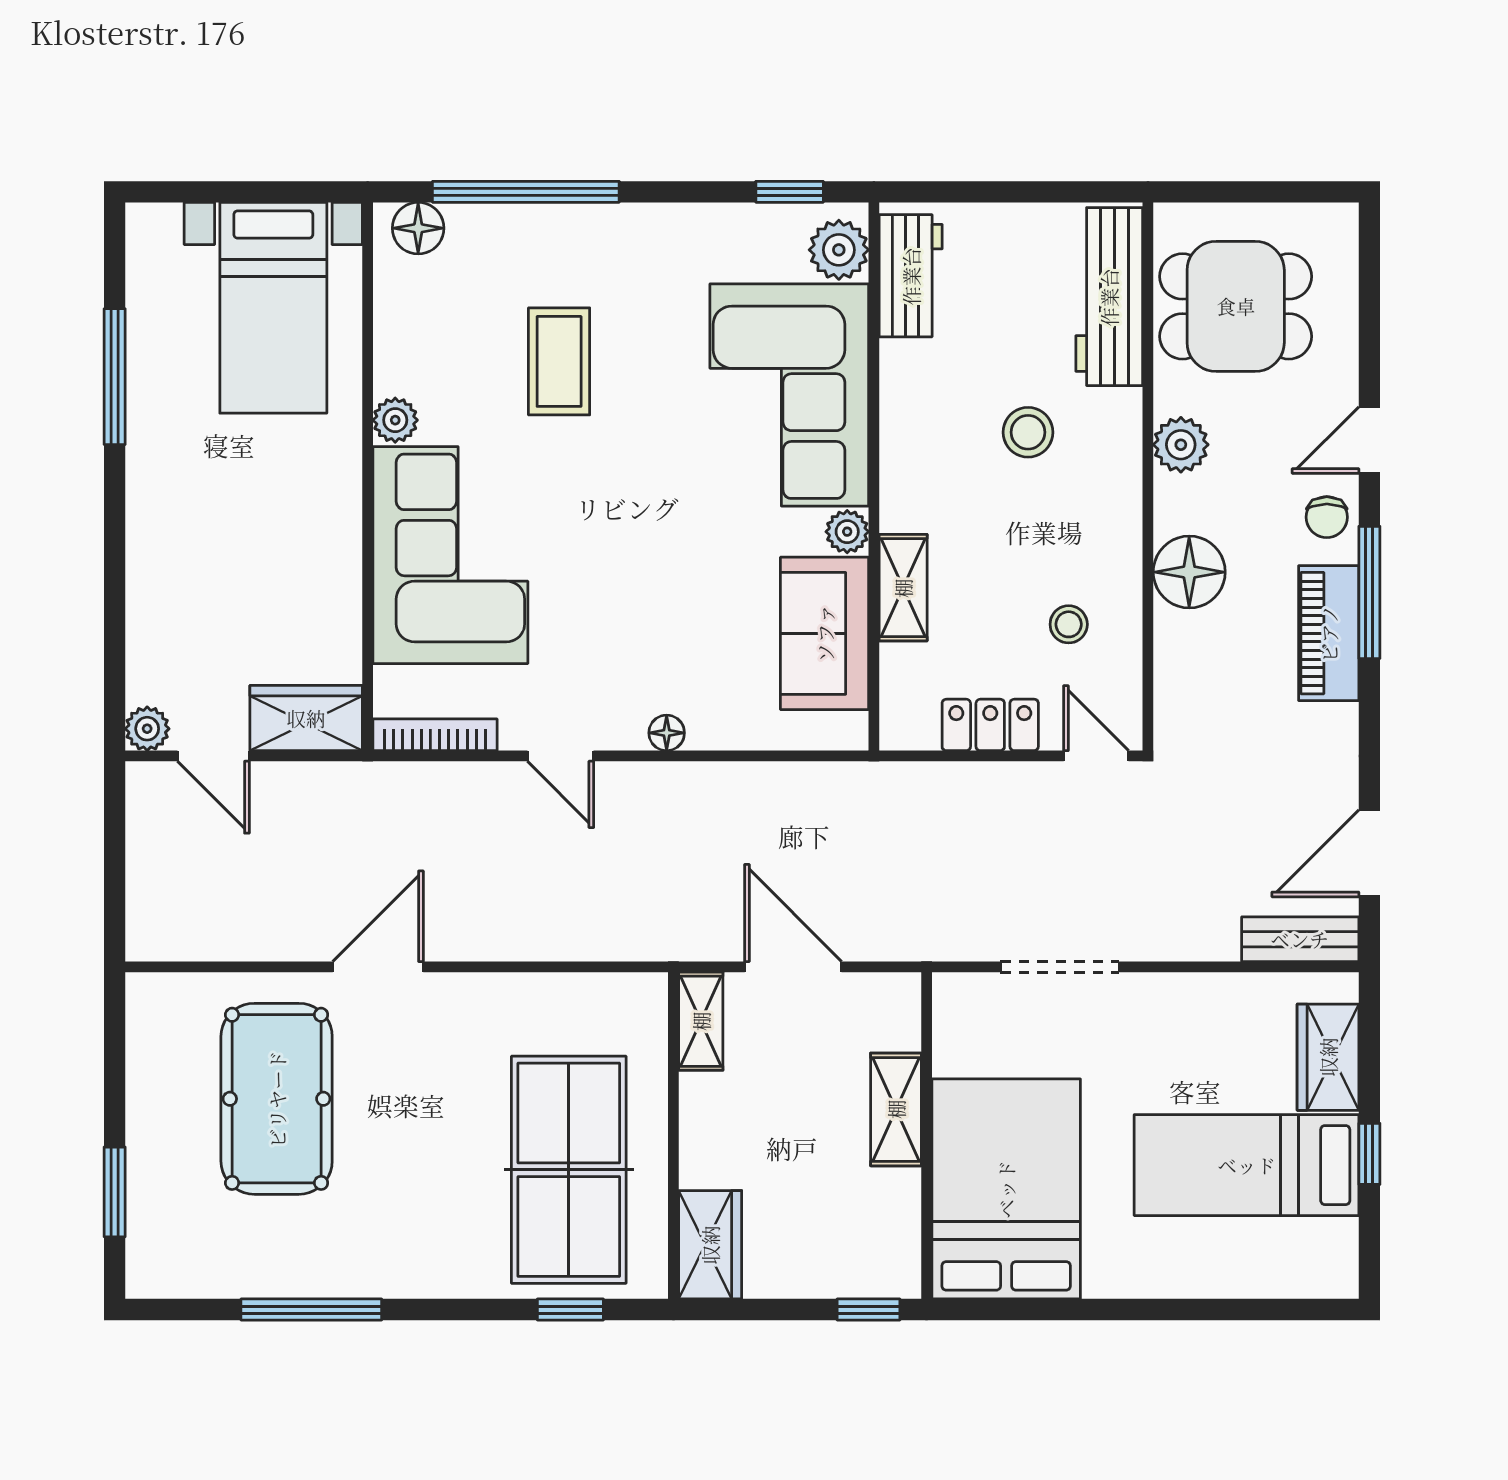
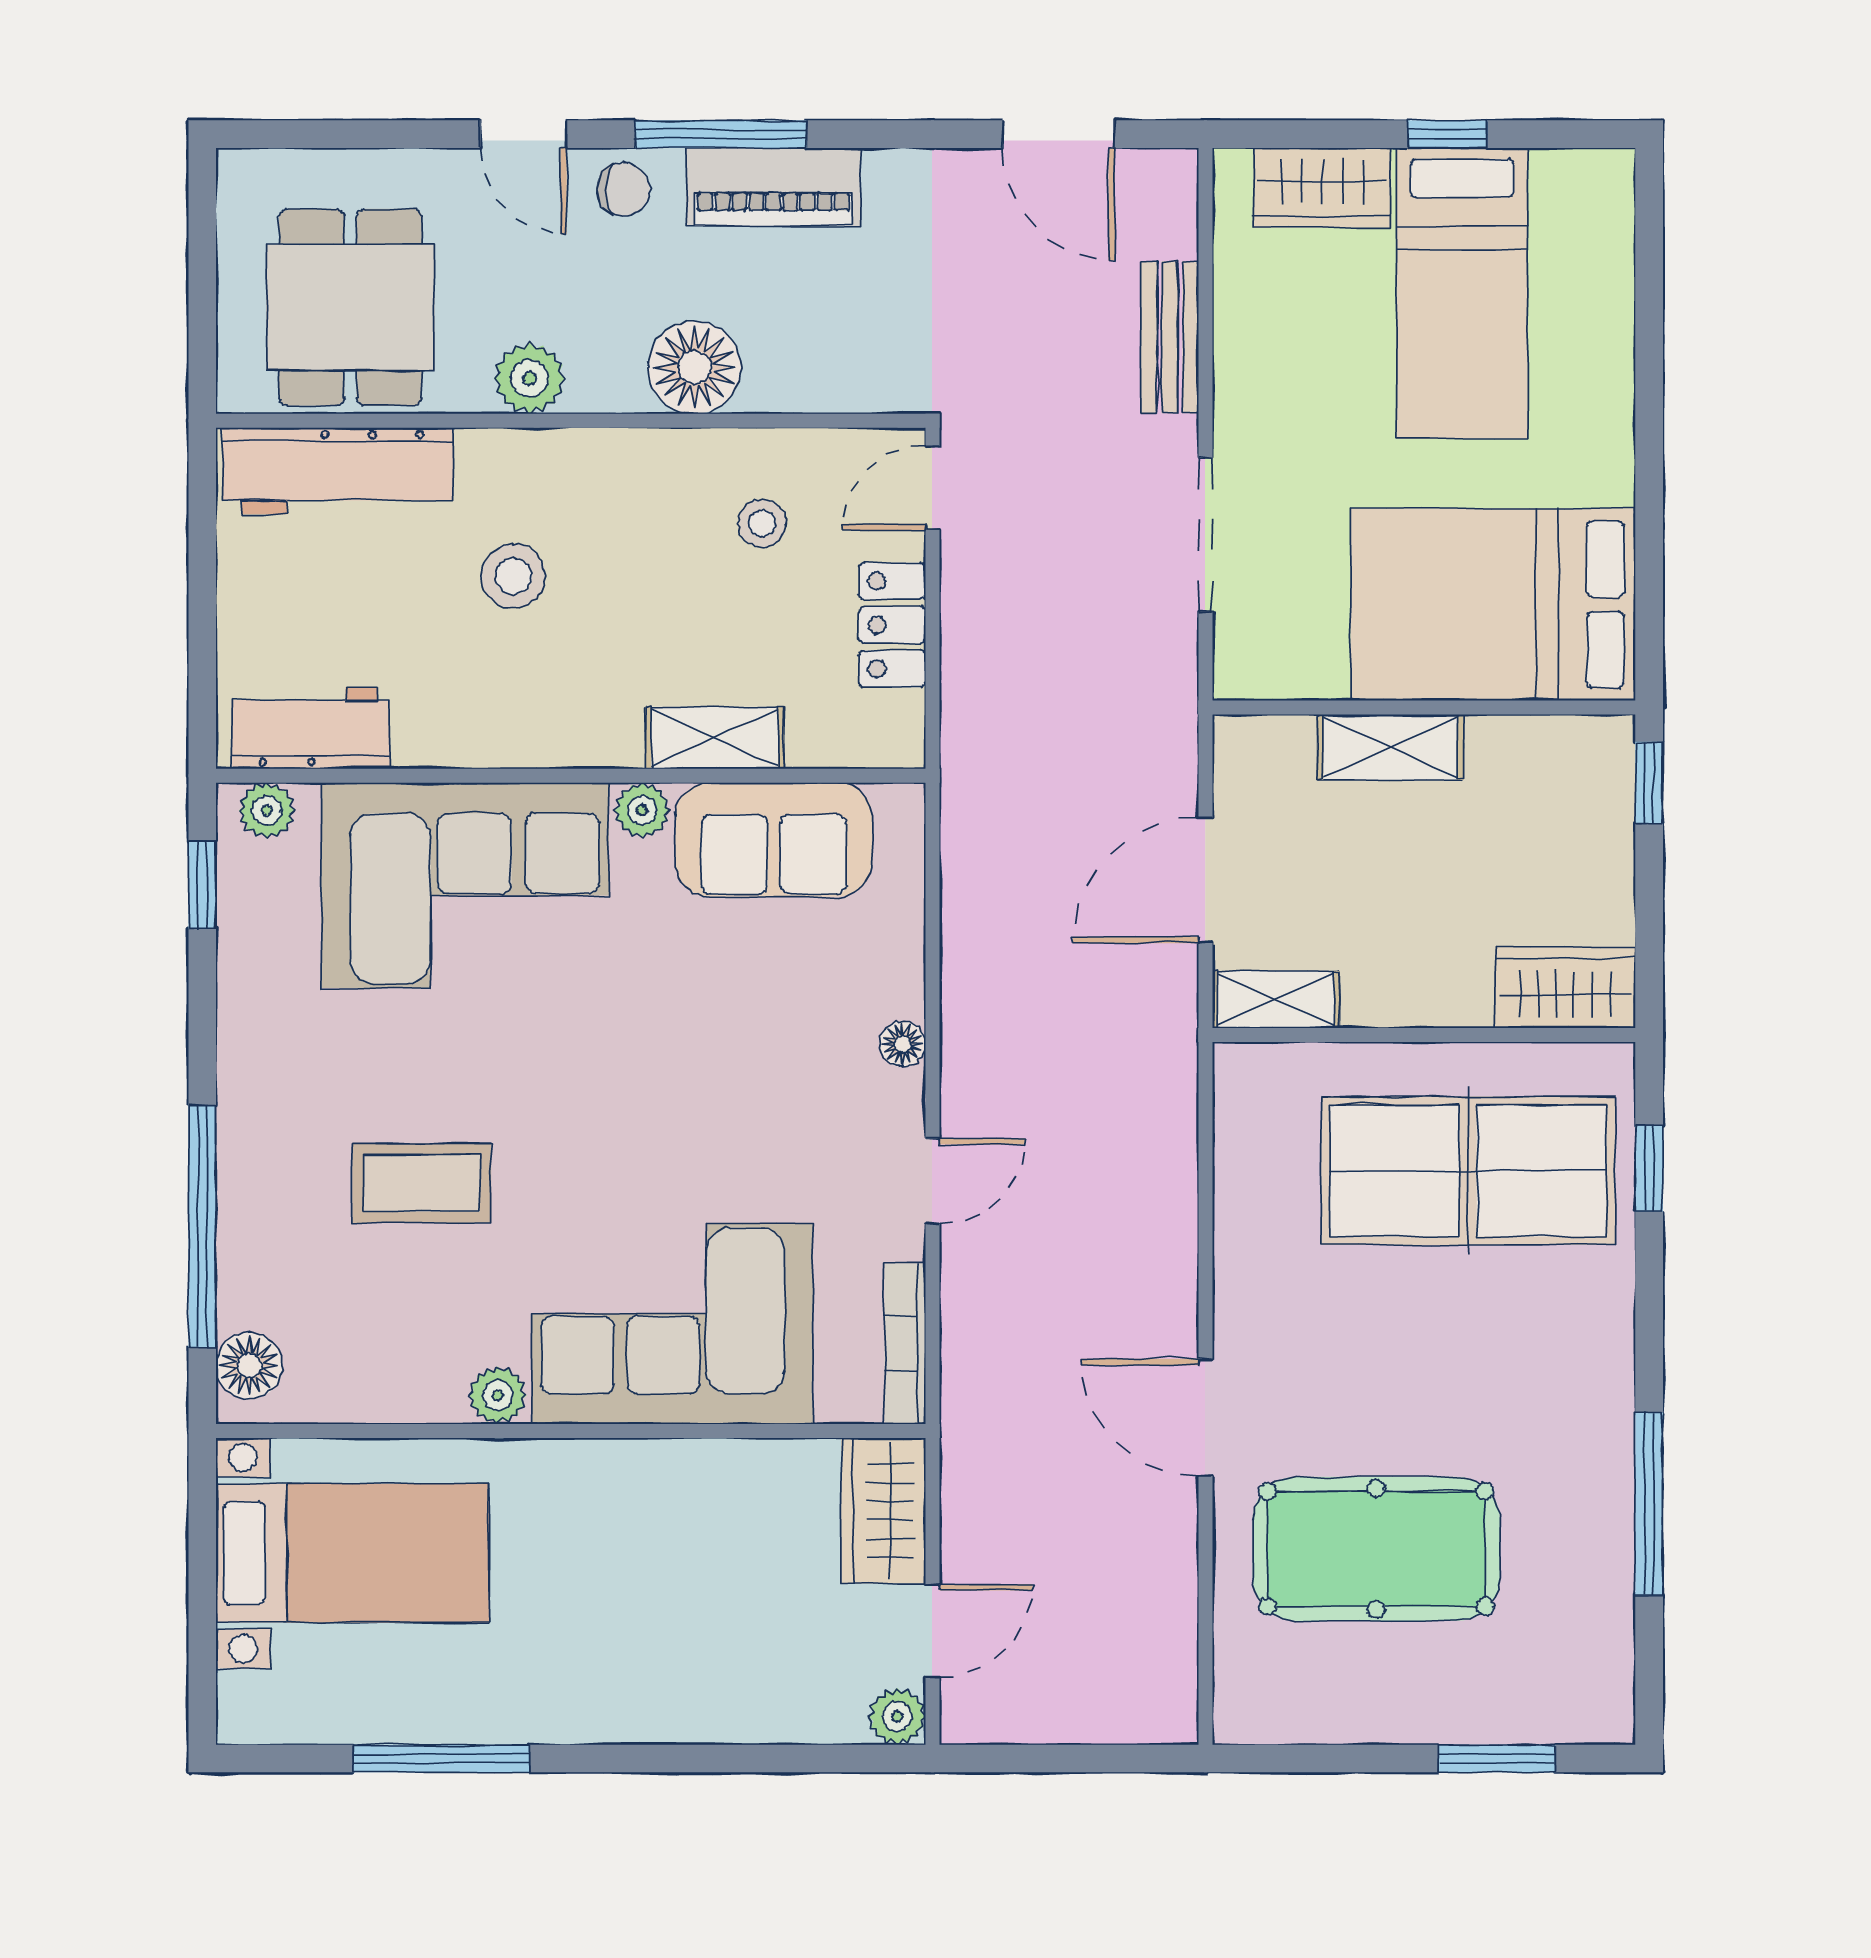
plant: (839, 250) -> (267, 811), width x0.73, depth x0.73
bench: (1300, 939) -> (1170, 337), moved

